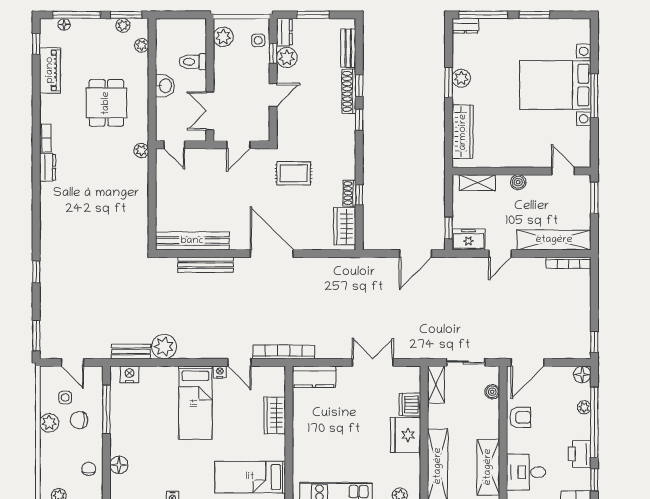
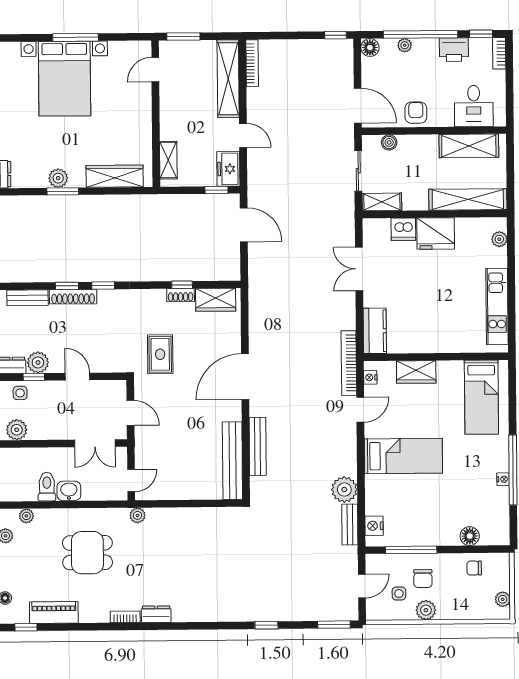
toilet: (193, 62) -> (47, 487), moved, turned 180
boiler: (518, 182) -> (167, 117), removed
nightstand: (220, 372) -> (370, 377), moved

